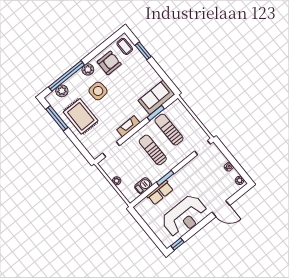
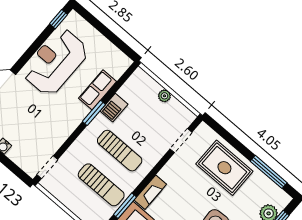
rug: (81, 116) -> (224, 168), moved
fireplace: (128, 126) -> (150, 192), moved
barbecue: (143, 186) -> (114, 108), moved

